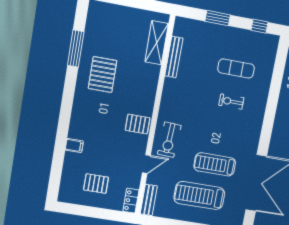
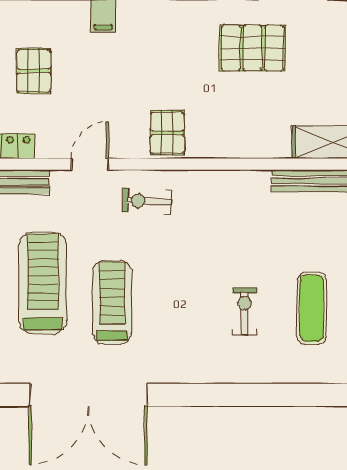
exercise bike: (169, 140) -> (147, 201), width x0.73, depth x0.72
door: (146, 164) -> (90, 164), swing flipped

